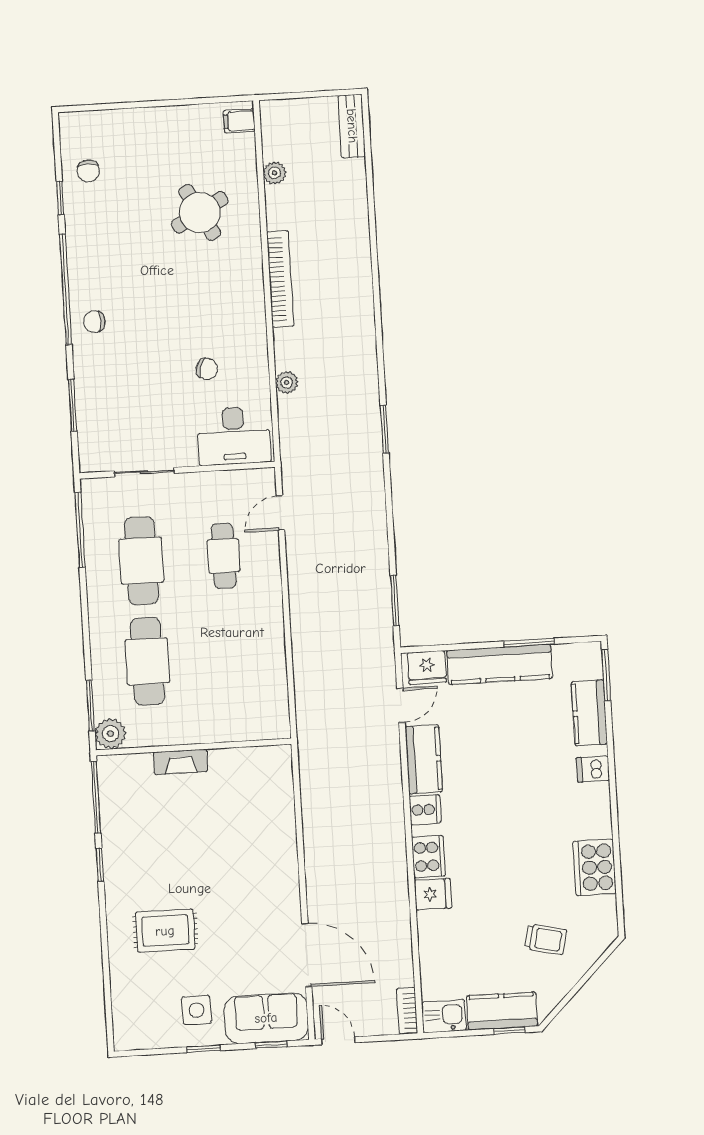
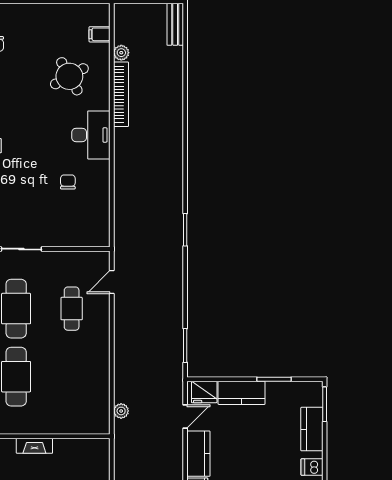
filing cabinet: (239, 121) -> (100, 34), moved
bookcase: (280, 279) -> (121, 94), moved
chair: (207, 369) -> (68, 182), turned -108
plant: (287, 382) -> (121, 411), moved
desk: (234, 436) -> (91, 135), moved, turned -90
kitchen counter: (500, 664) -> (242, 393), width x0.67

